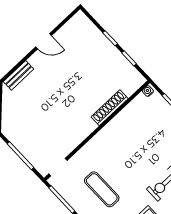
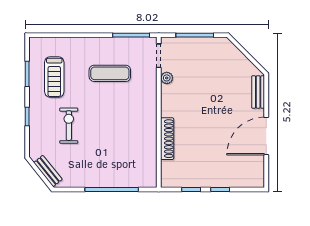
door: (44, 41) -> (266, 136), width x1.87
water cooler: (148, 91) -> (152, 180), removed
plant: (68, 147) -> (167, 78), added

